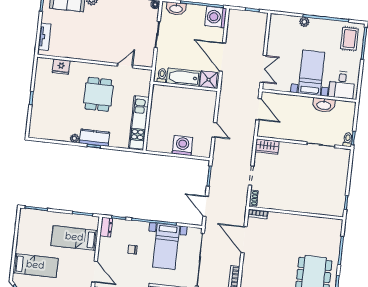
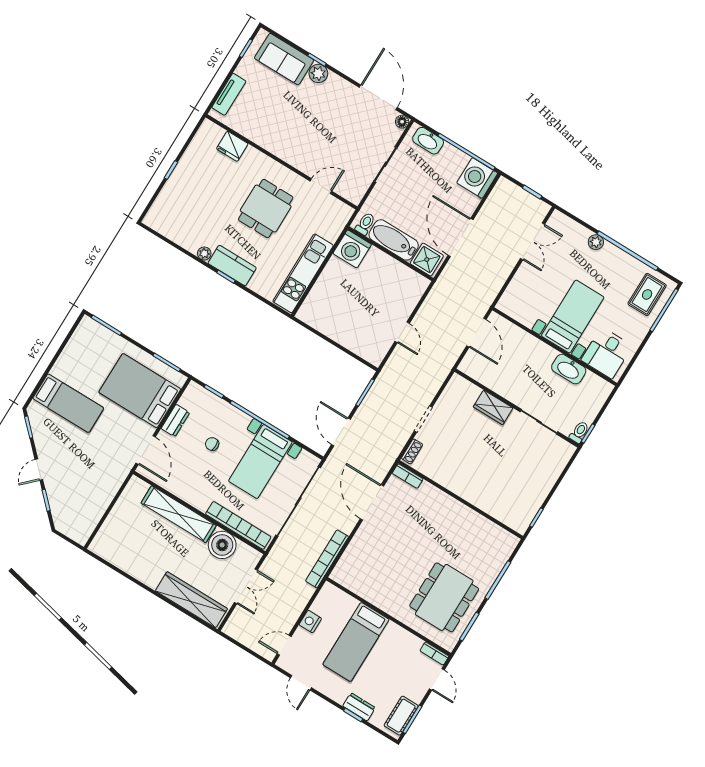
double door: (263, 69) -> (533, 241), moved
washing machine: (183, 145) -> (352, 249), moved, turned 180
wardrobe: (267, 147) -> (493, 407), moved
dresser: (106, 227) -> (175, 421), moved
bed: (74, 238) -> (140, 391), width x1.50

